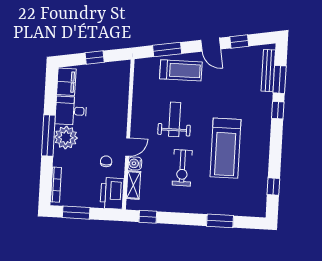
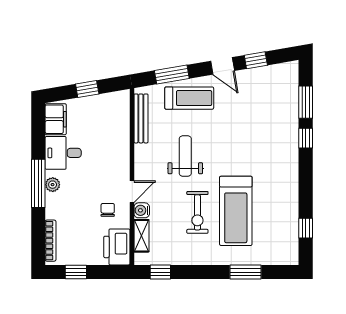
bench: (268, 71) -> (141, 118), moved
plant: (66, 137) -> (53, 185), width x0.53, depth x0.53
treadmill: (226, 148) -> (236, 211), moved
window: (76, 213) -> (76, 272), width x0.67

